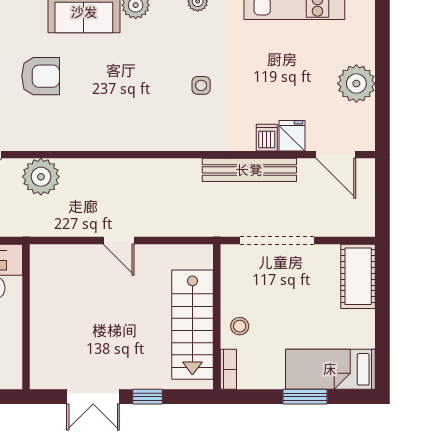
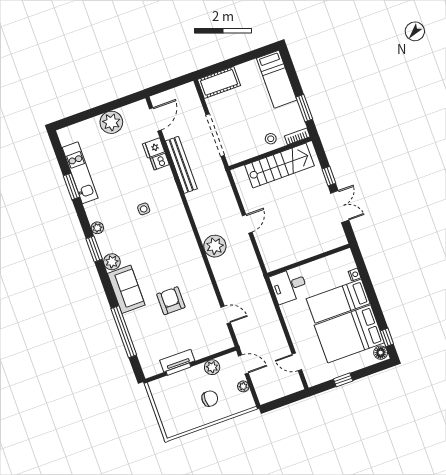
plant: (41, 177) -> (215, 246), moved
window: (305, 397) -> (304, 108), moved

